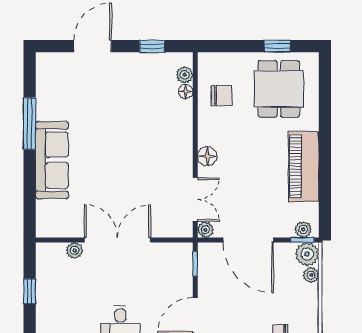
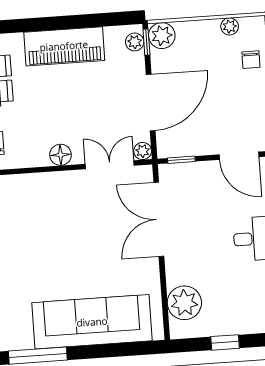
sofa: (52, 160) -> (92, 322), width x1.36, depth x1.27
double door: (117, 240) -> (159, 219), moved
plant: (75, 250) -> (184, 303), width x1.88, depth x1.88
plant: (311, 275) -> (230, 26), moved

